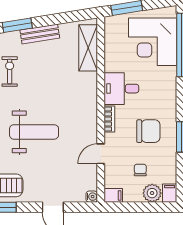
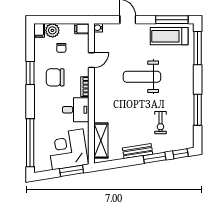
corner desk: (153, 42) -> (68, 149), moved, turned -99

